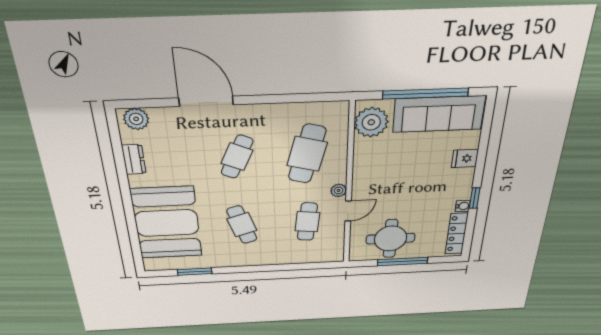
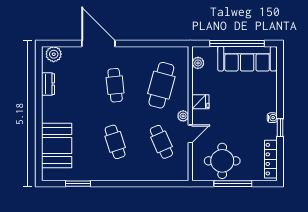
plant: (371, 122) -> (198, 63), width x0.53, depth x0.53
cafe table: (237, 157) -> (115, 85), turned -30
fridge: (465, 158) -> (200, 102), moved, turned 180
water cooler: (463, 206) -> (272, 118), moved
cafe table: (307, 222) -> (161, 142), turned -30
booth: (167, 223) -> (57, 146), width x0.73, depth x0.70

